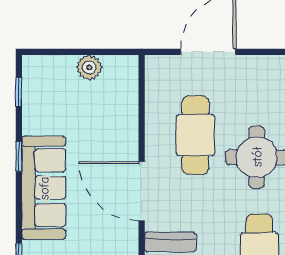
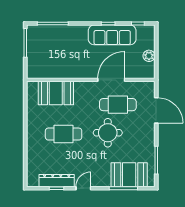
sofa: (44, 188) -> (112, 35), moved
door: (142, 191) -> (111, 80), moved

